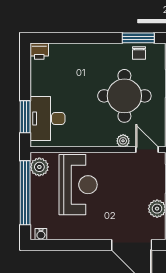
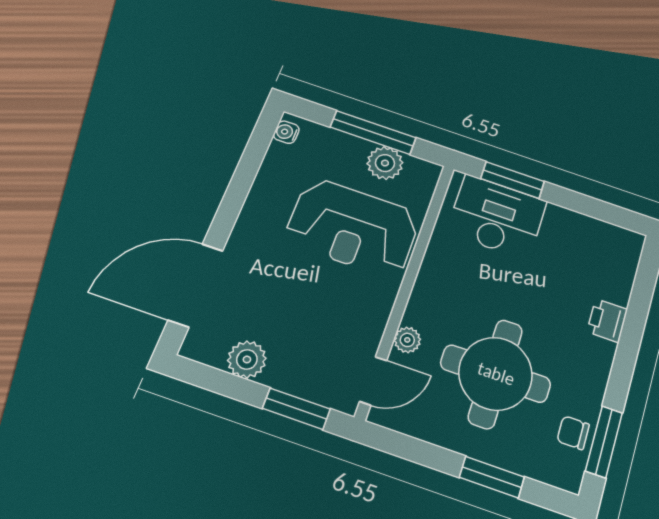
printer: (39, 51) -> (607, 321), moved
plant: (39, 167) -> (385, 163), moved
window: (25, 193) -> (373, 132), width x0.68

